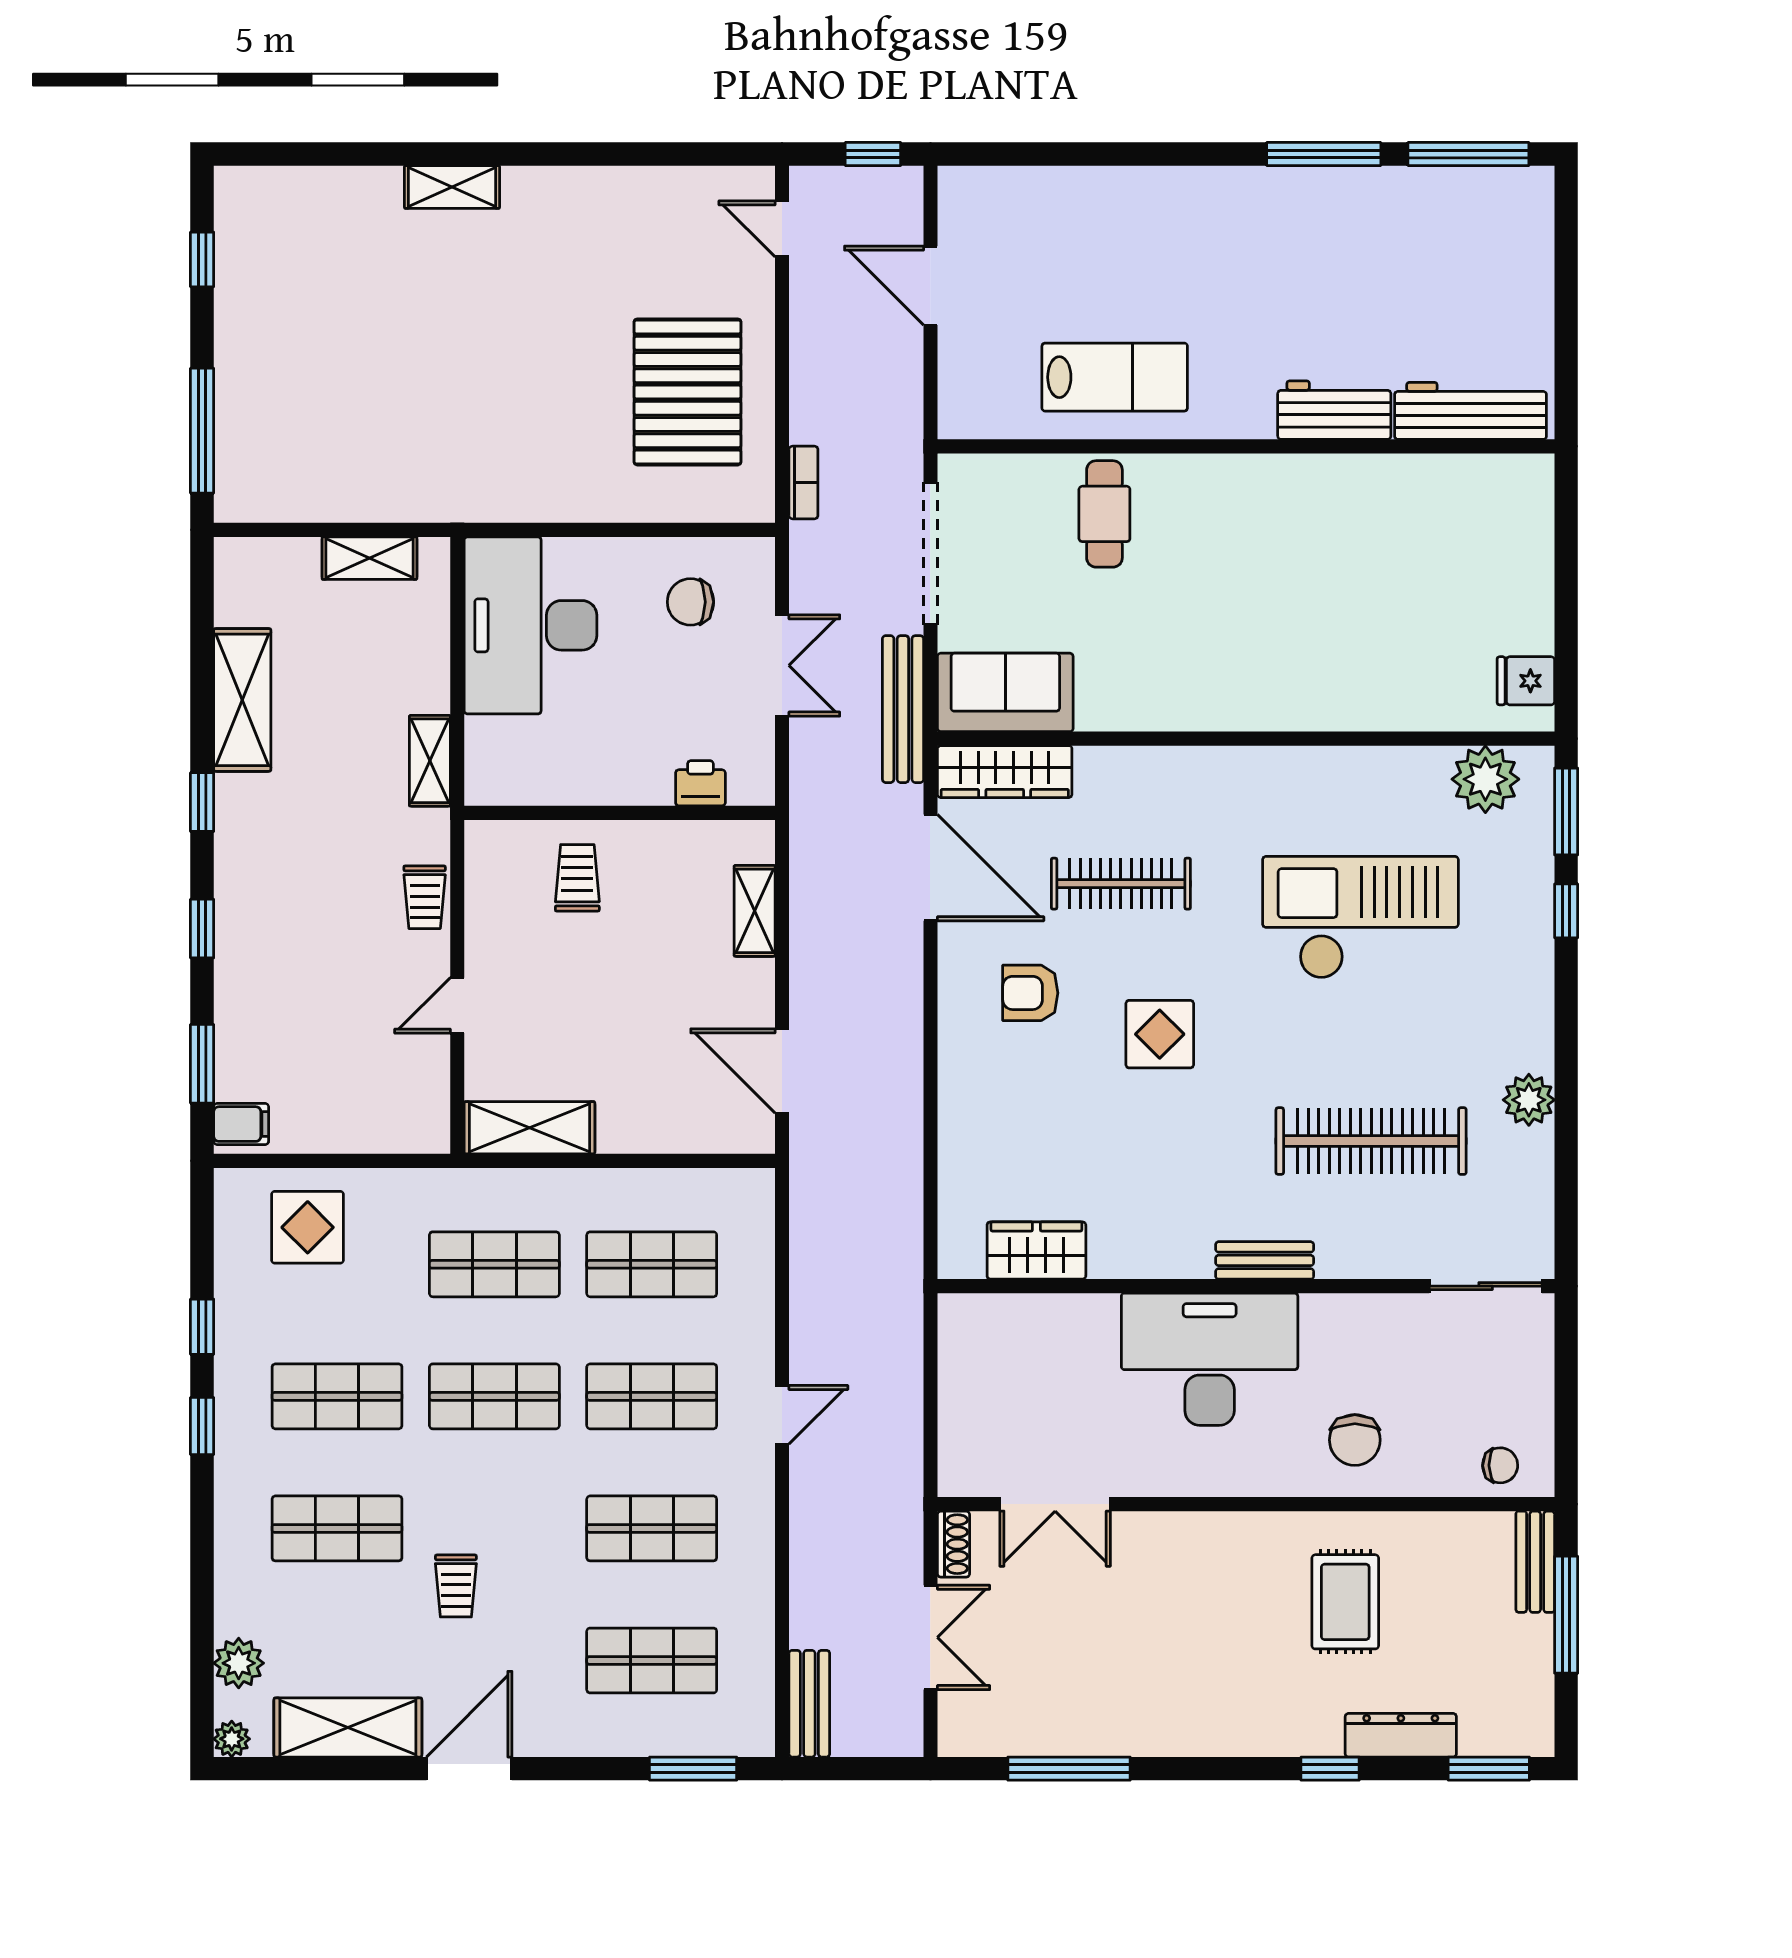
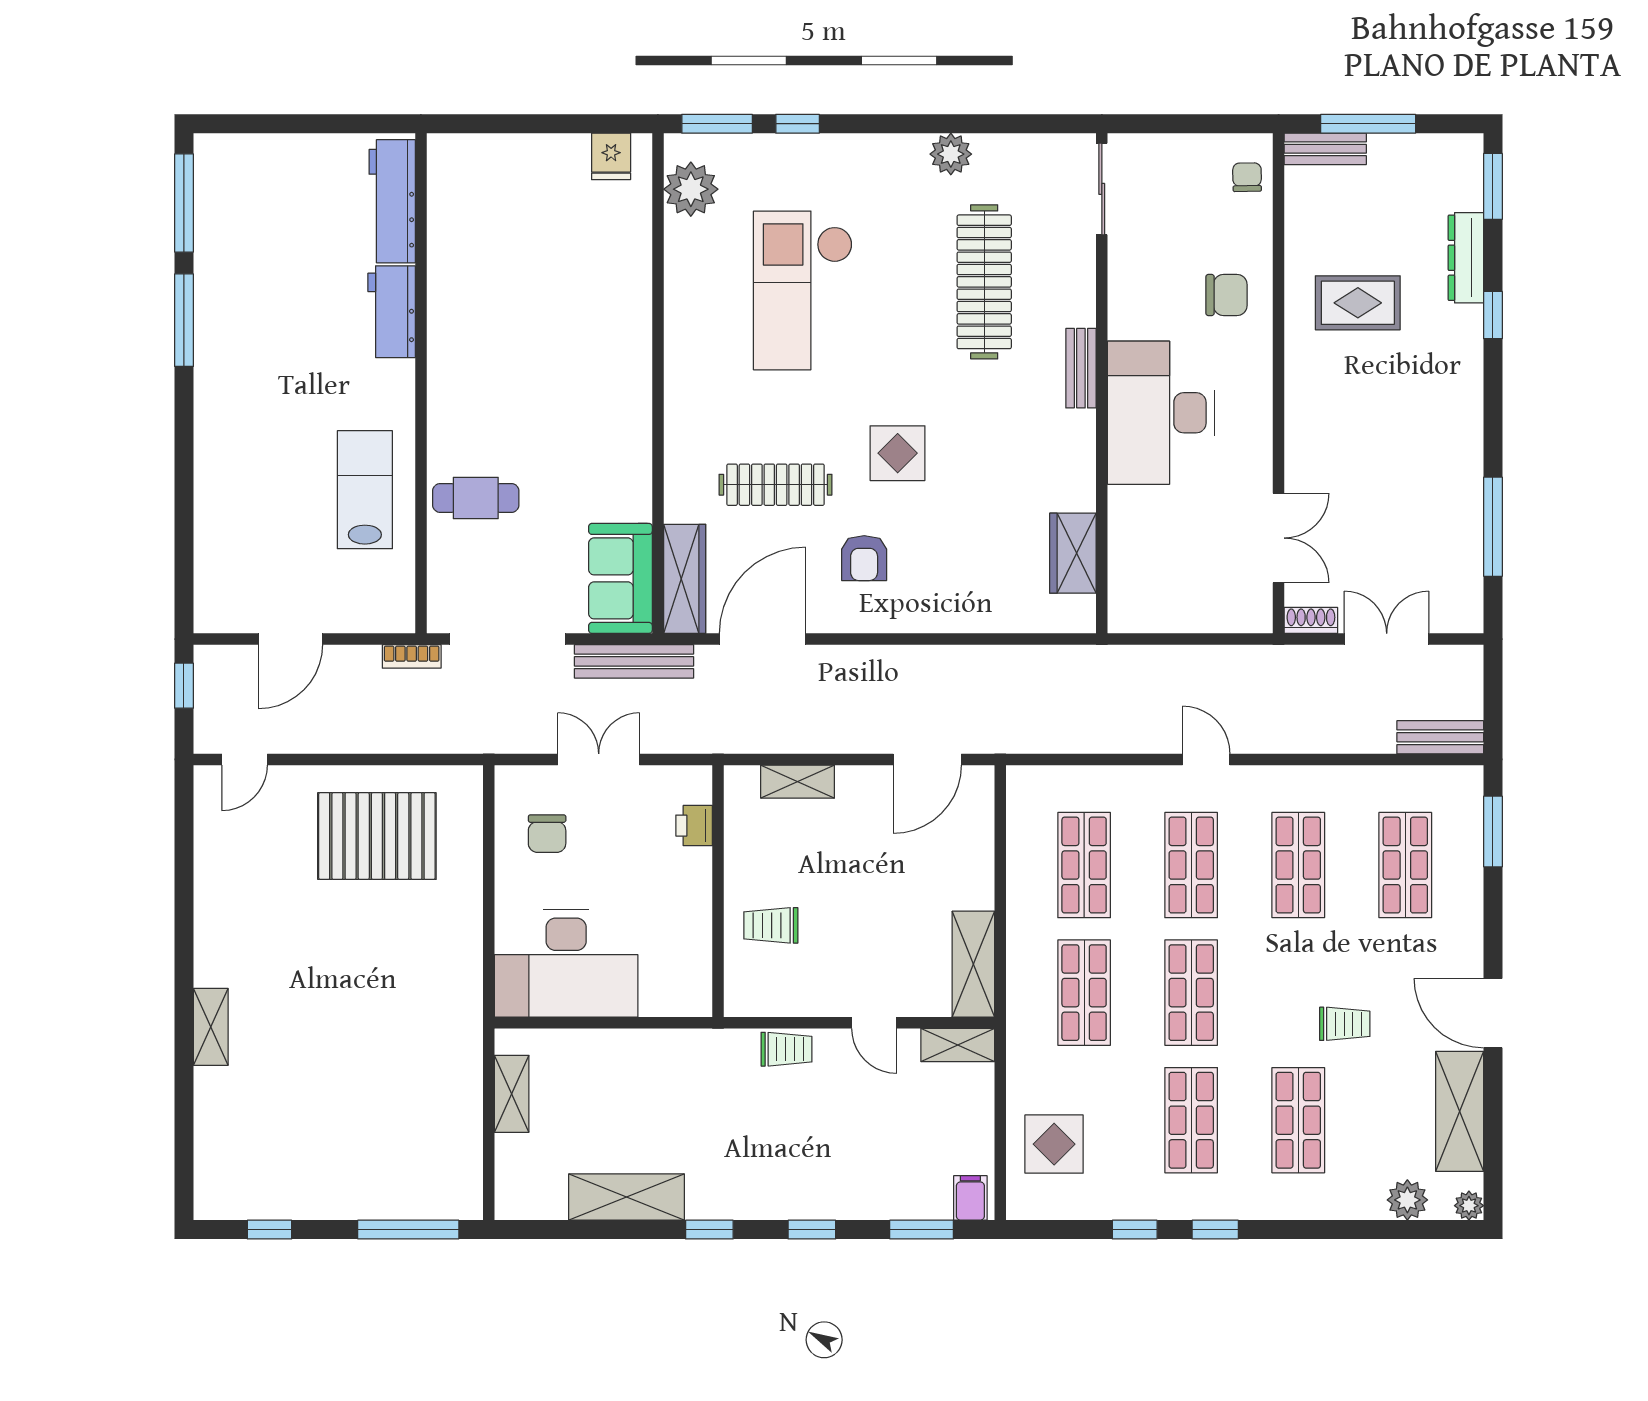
bookcase: (803, 483) -> (412, 656), moved, turned 180
shelving: (430, 761) -> (958, 1045), moved
clothes rail: (1121, 884) -> (775, 485), turned 90

